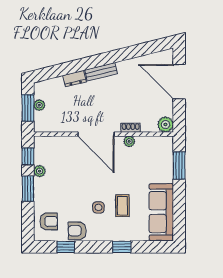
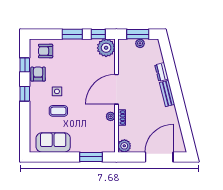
plant: (40, 171) -> (106, 48), moved, width x1.87, depth x1.87
sofa: (161, 212) -> (53, 142), width x0.73
armchair: (49, 221) -> (46, 51), turned 90
window: (122, 247) -> (25, 94), moved

